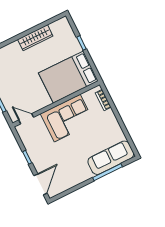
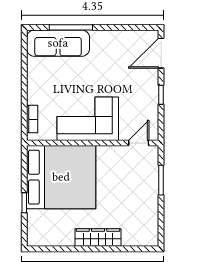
wardrobe: (35, 38) -> (98, 238), moved
bed: (68, 77) -> (61, 177), width x1.36
door: (26, 119) -> (139, 143), swing flipped

